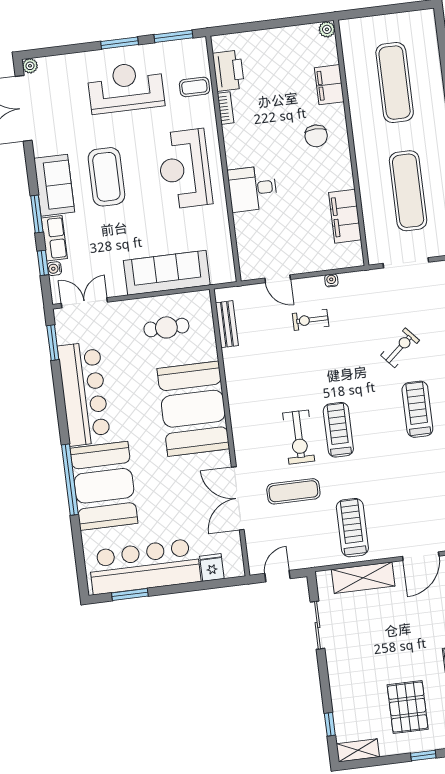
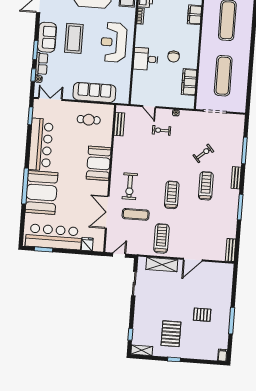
chair: (316, 136) -> (174, 57), moved
booth: (193, 409) -> (99, 163), width x0.73, depth x0.70
treadmill: (338, 430) -> (172, 195), moved
exercise bike: (299, 437) -> (130, 186), moved

